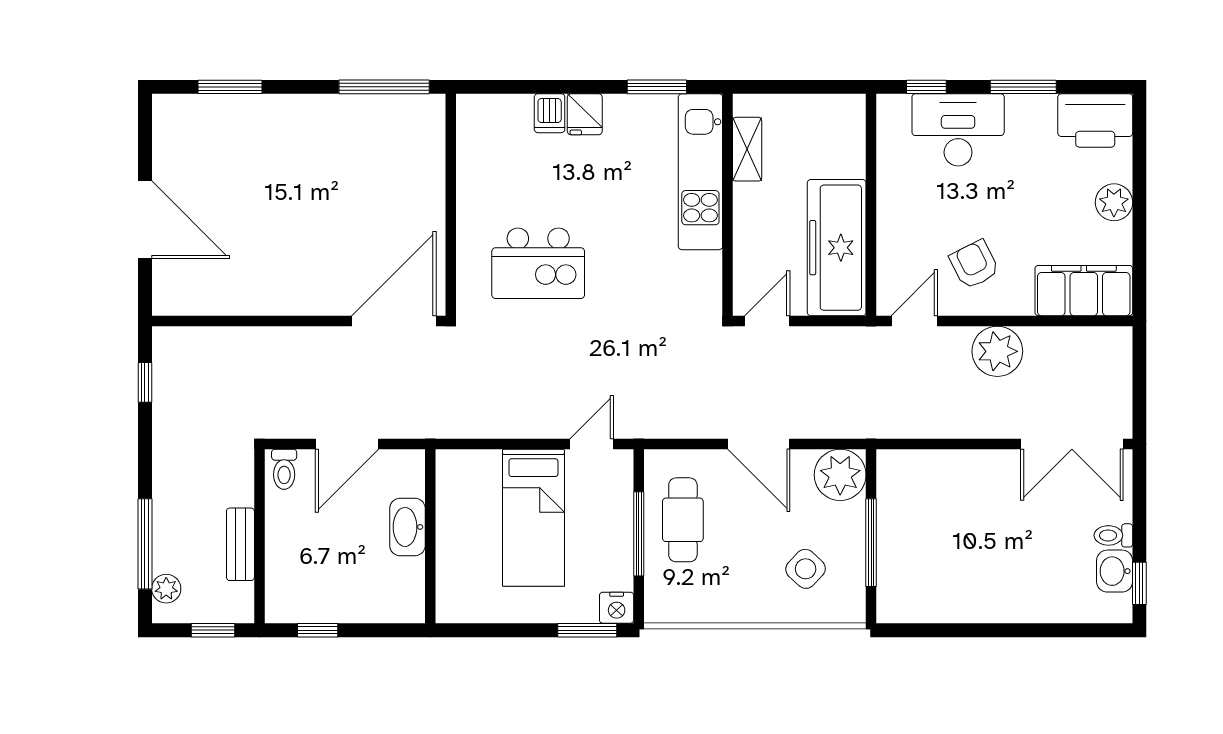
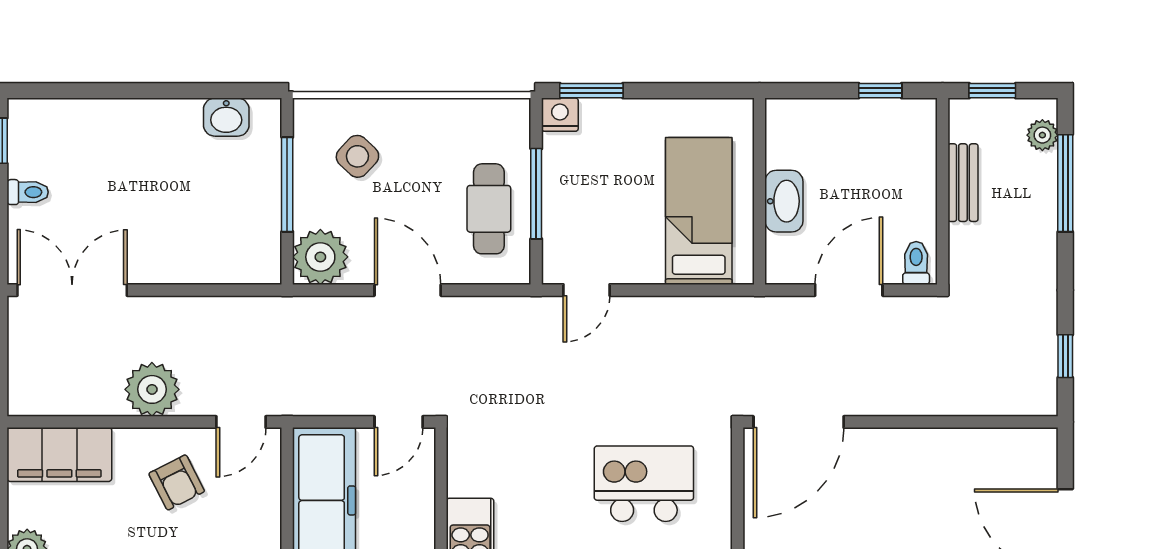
bed: (533, 518) -> (699, 211), moved
washbasin: (1115, 571) -> (226, 117), moved, turned 90

